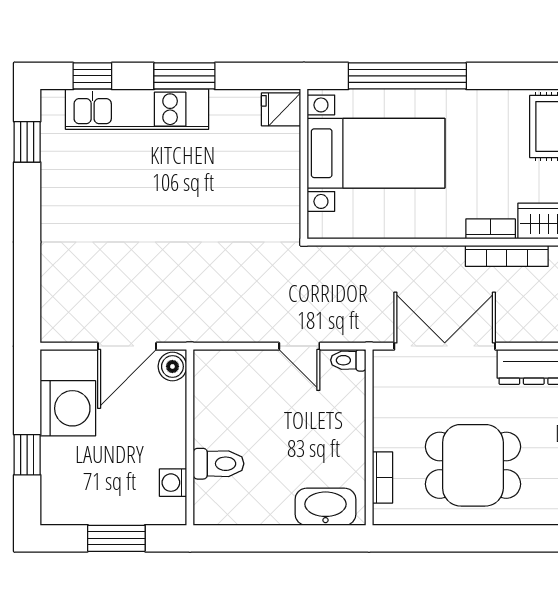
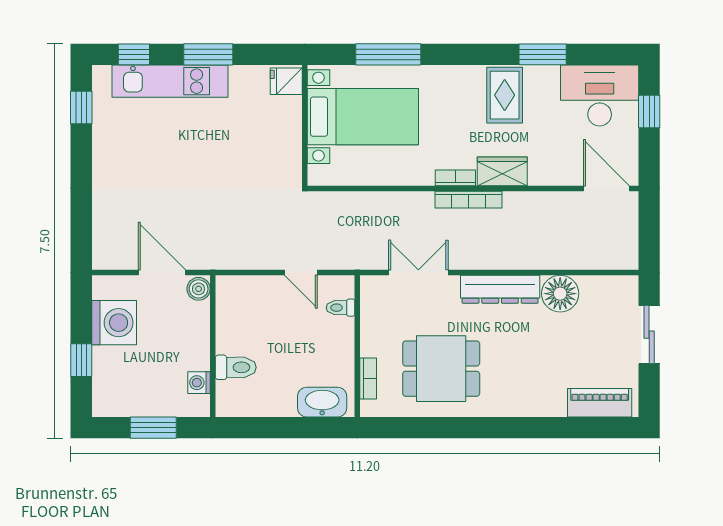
window: (407, 76) -> (388, 54), width x0.68
door: (127, 346) -> (162, 273), swing flipped
double door: (445, 346) -> (418, 273), width x0.73
toilet: (348, 360) -> (340, 308), moved

